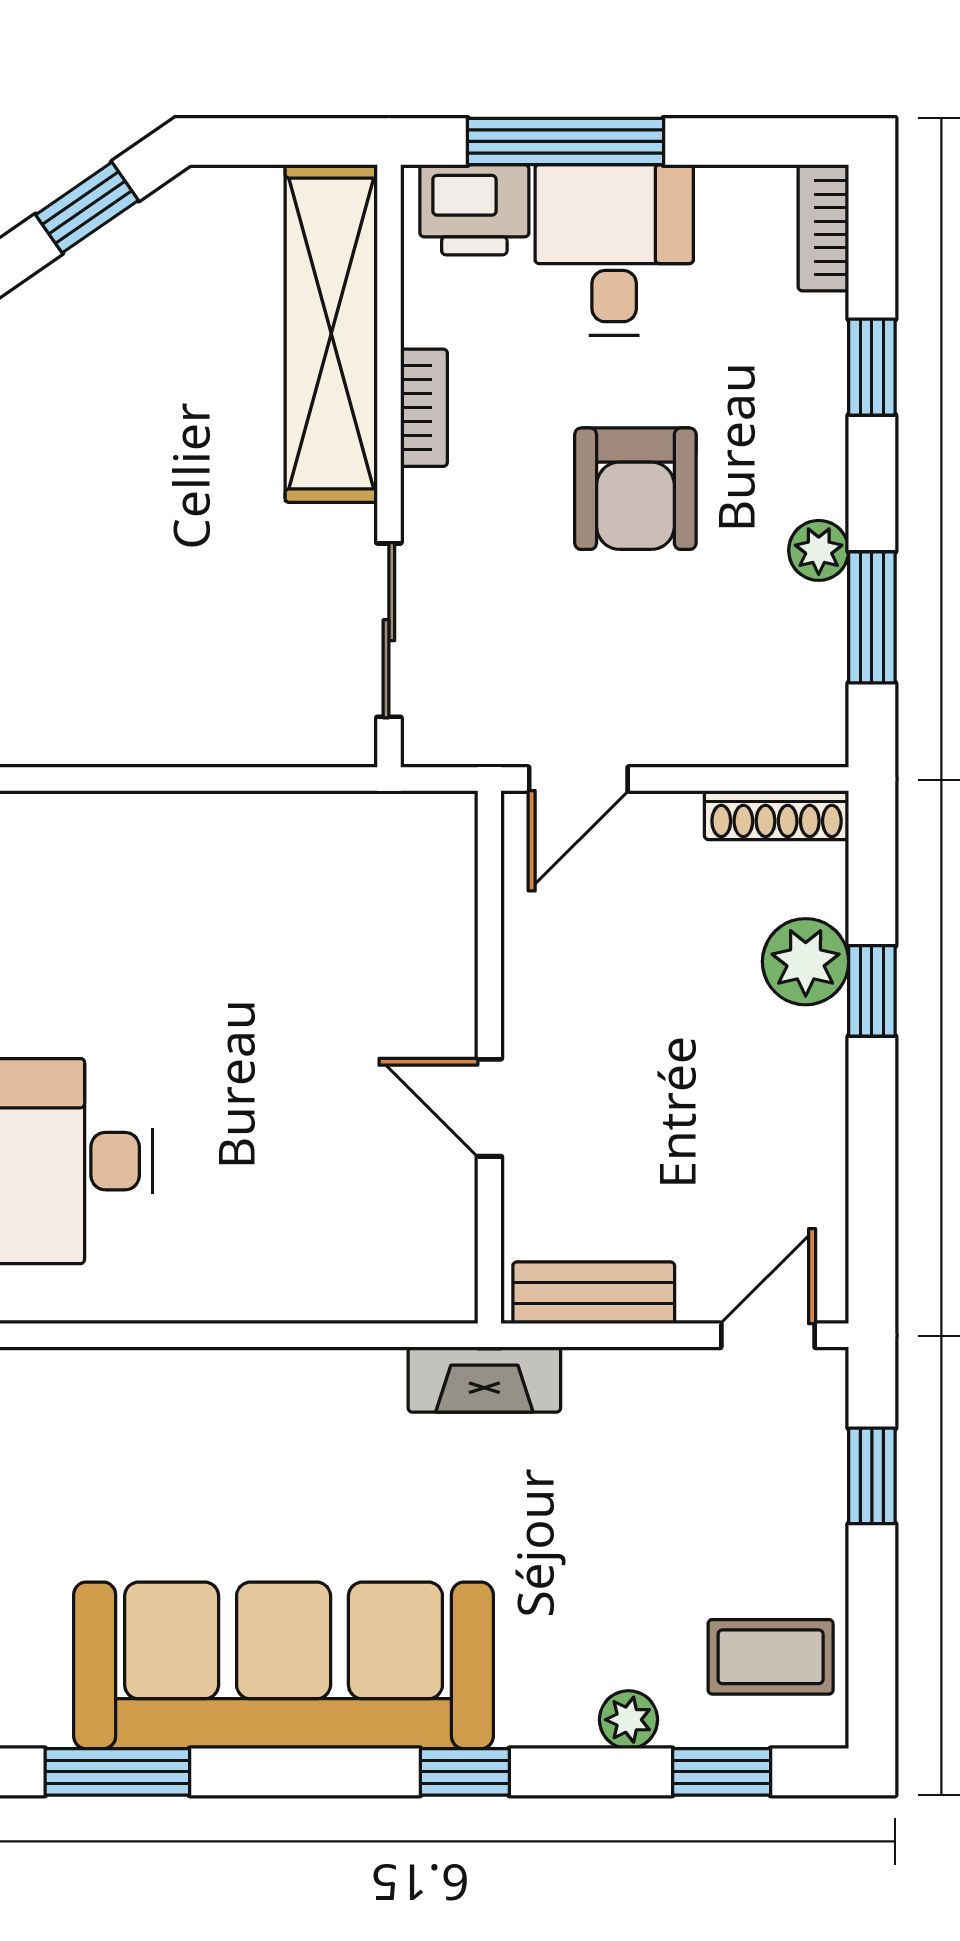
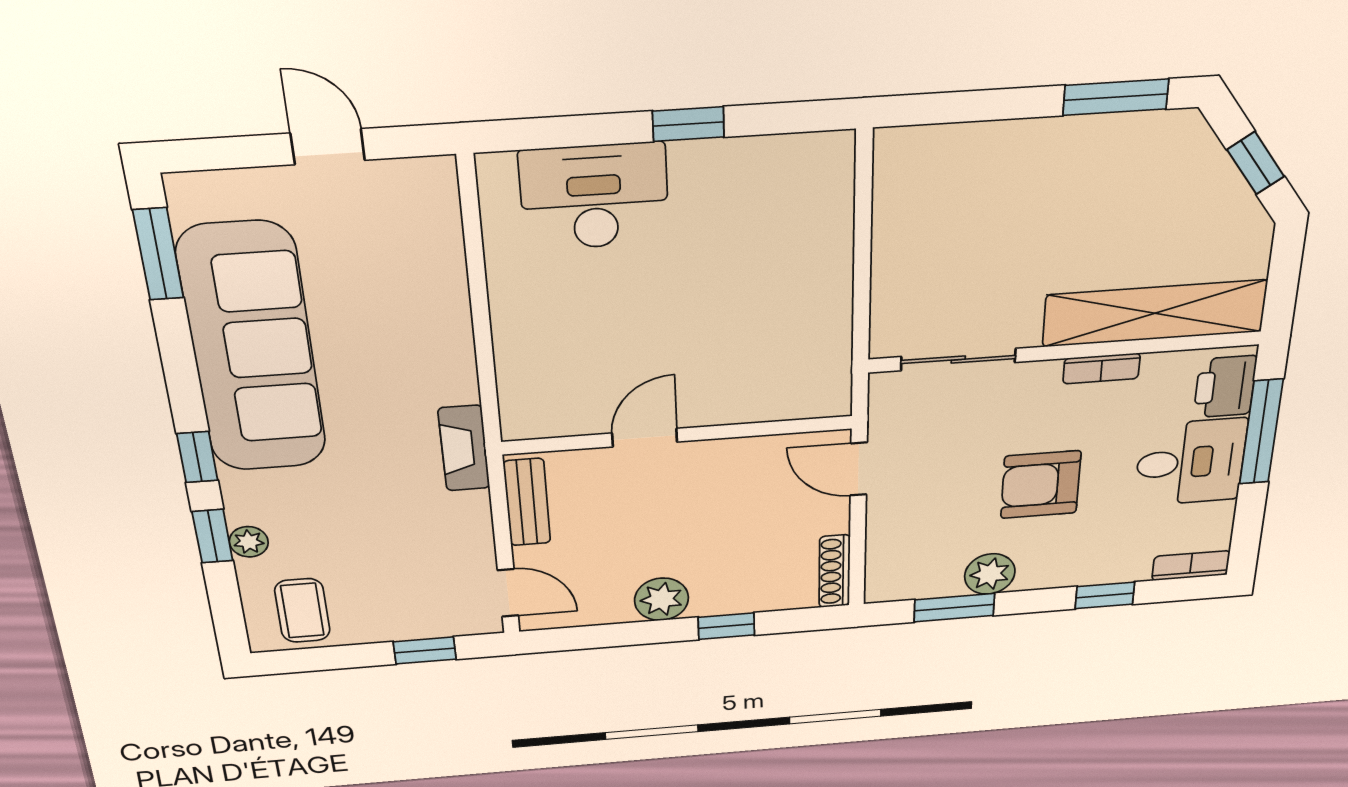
plant: (819, 550) -> (990, 574), width x1.38, depth x1.38
plant: (806, 962) -> (662, 599), moved
window: (722, 1772) -> (213, 536), moved

